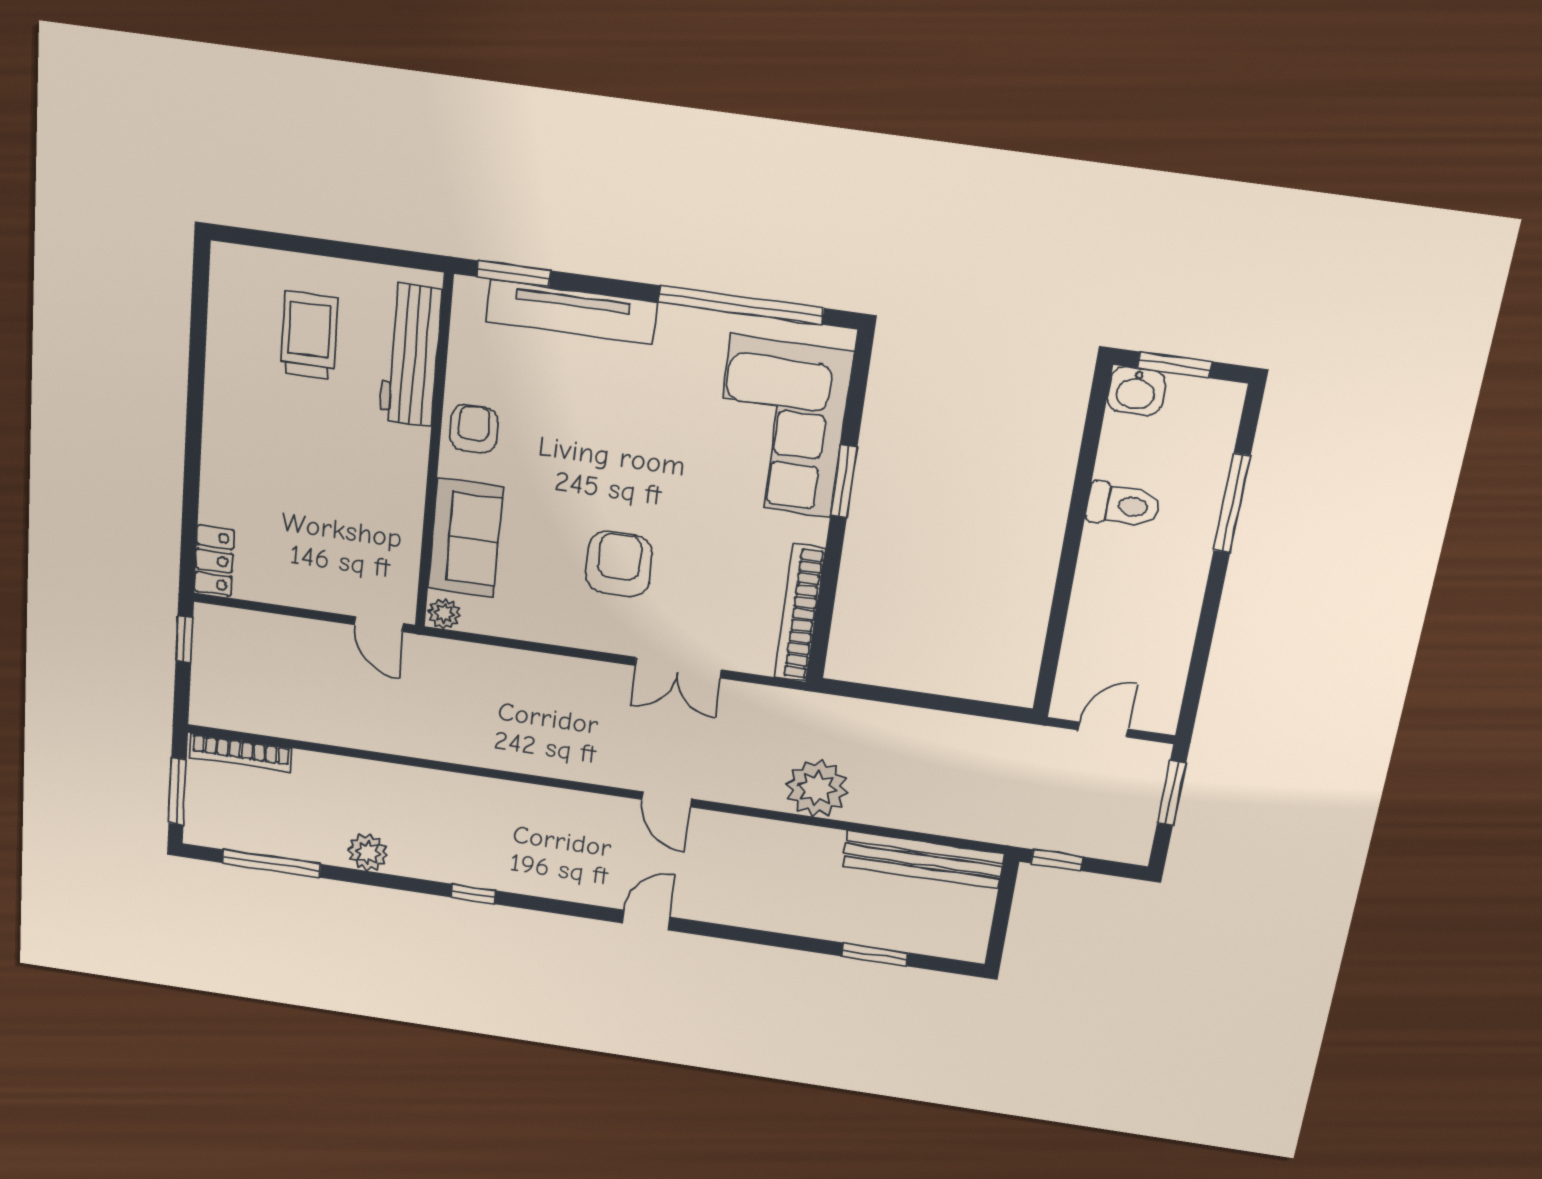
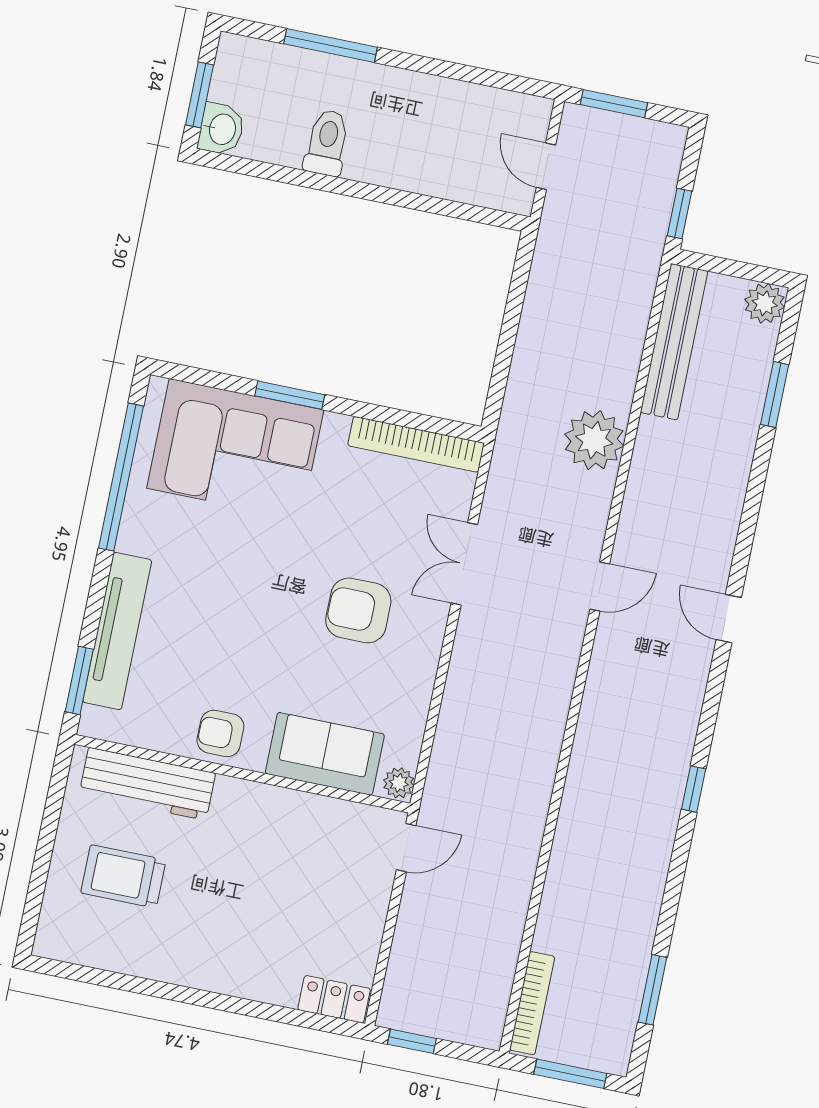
double door: (678, 668) -> (464, 564), swing flipped
plant: (368, 852) -> (765, 303), moved
window: (272, 864) -> (652, 990), width x0.69

